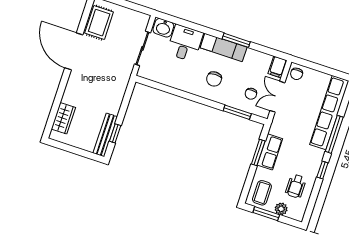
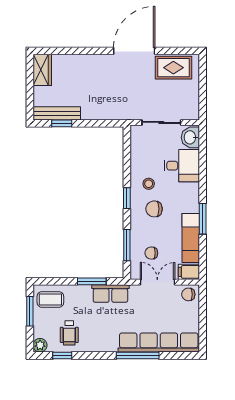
exam couch: (224, 47) -> (191, 238), moved
stool: (191, 76) -> (149, 184), added
window: (197, 99) -> (127, 198), added
wardrobe: (63, 118) -> (42, 70), moved, turned -90
row of seats: (270, 152) -> (110, 294), moved
window: (322, 170) -> (62, 355), moved
wheelchair: (296, 186) -> (69, 333), turned -90
plant: (281, 209) -> (40, 345), moved

